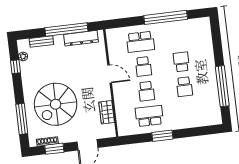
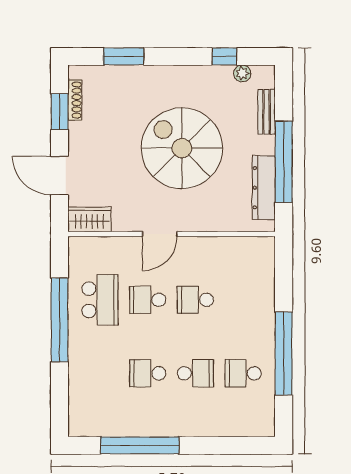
school desk: (140, 42) -> (243, 373), moved, width x0.54
door: (110, 74) -> (160, 234), moved
spiral stairs: (56, 104) -> (182, 148), moved
wardrobe: (107, 112) -> (89, 219), moved
window: (22, 119) -> (124, 56), width x0.69
window: (162, 136) -> (60, 320), width x2.11

